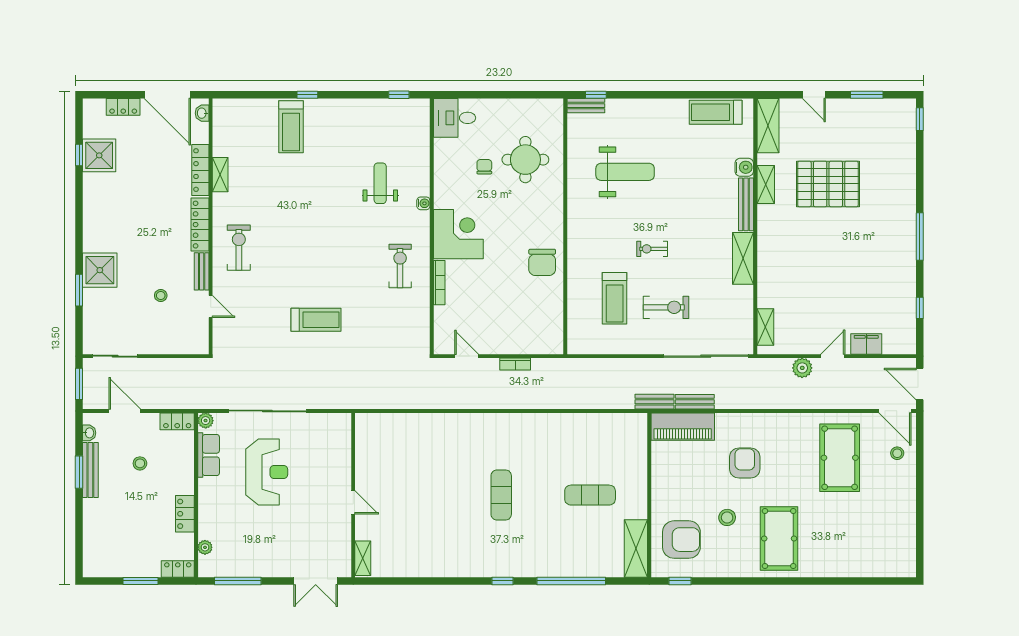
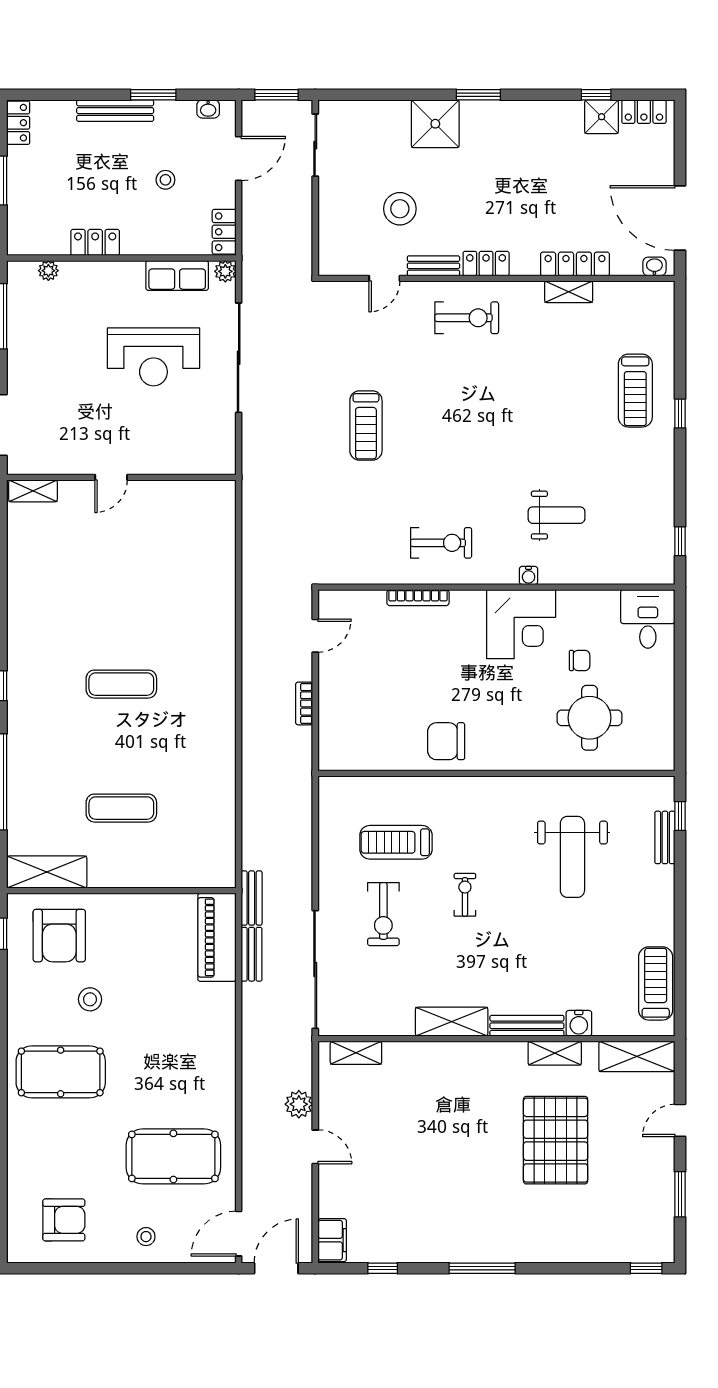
door: (167, 95) -> (680, 218), hinge flipped
bench: (586, 106) -> (665, 837), moved
locker: (123, 107) -> (644, 112), moved, turned -90
treadmill: (291, 127) -> (635, 391), turned -90
shower: (99, 155) -> (602, 117), width x0.73, depth x0.73
locker: (200, 225) -> (486, 264), width x0.66
corner desk: (458, 234) -> (521, 624), moved
window: (79, 290) -> (478, 95), moved
stool: (161, 295) -> (400, 209), width x1.89, depth x1.89
filing cabinet: (866, 344) -> (332, 1240), moved
stool: (897, 453) -> (146, 1237), moved
armchair: (745, 463) -> (64, 1220), moved
bench: (90, 470) -> (115, 111), moved
exercise mat: (590, 495) -> (121, 808), turned 90
locker: (178, 569) -> (18, 123), moved

